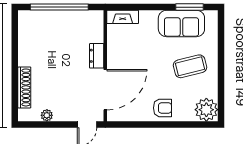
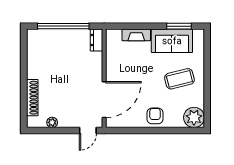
fireplace: (123, 17) -> (136, 35), moved
dresser: (97, 56) -> (96, 40), moved
armchair: (162, 108) -> (155, 116), turned -90

